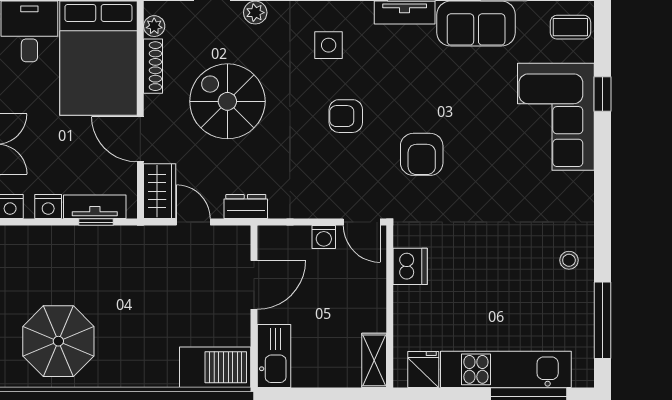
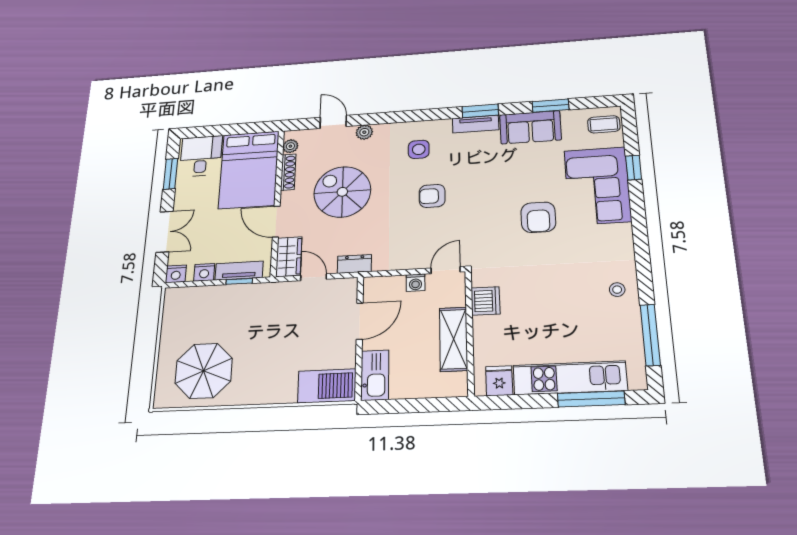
armchair: (422, 154) -> (538, 217), moved
door: (362, 222) -> (446, 270), swing flipped
shelving: (374, 360) -> (453, 339), moved, width x1.50, depth x1.33

